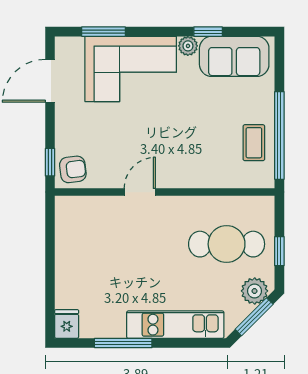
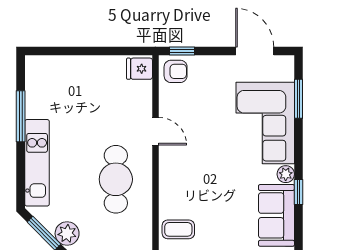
coffee table: (254, 143) -> (178, 229), moved
armchair: (73, 169) -> (176, 71), turned -83
cafe table: (227, 244) -> (116, 179), moved
fridge: (67, 324) -> (139, 69), moved, turned 180

